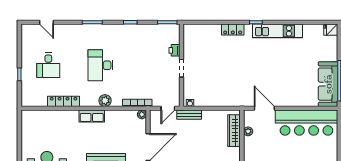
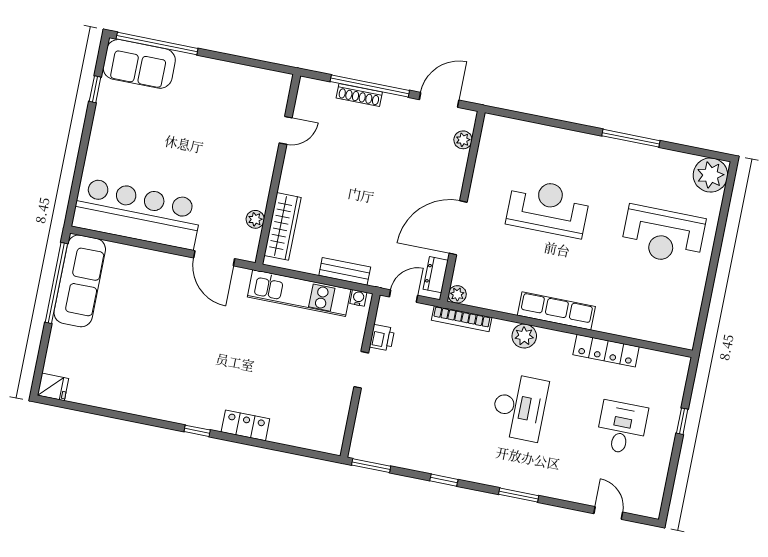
kitchen unit: (277, 31) -> (299, 293), moved, turned 180
printer: (174, 50) -> (382, 338), moved
bench: (189, 115) -> (345, 271), moved
row of seats: (92, 116) -> (556, 311), width x1.48
dresser: (154, 122) -> (436, 275), added

